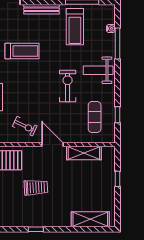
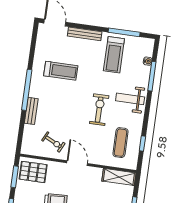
shelving: (84, 153) -> (119, 177), moved

